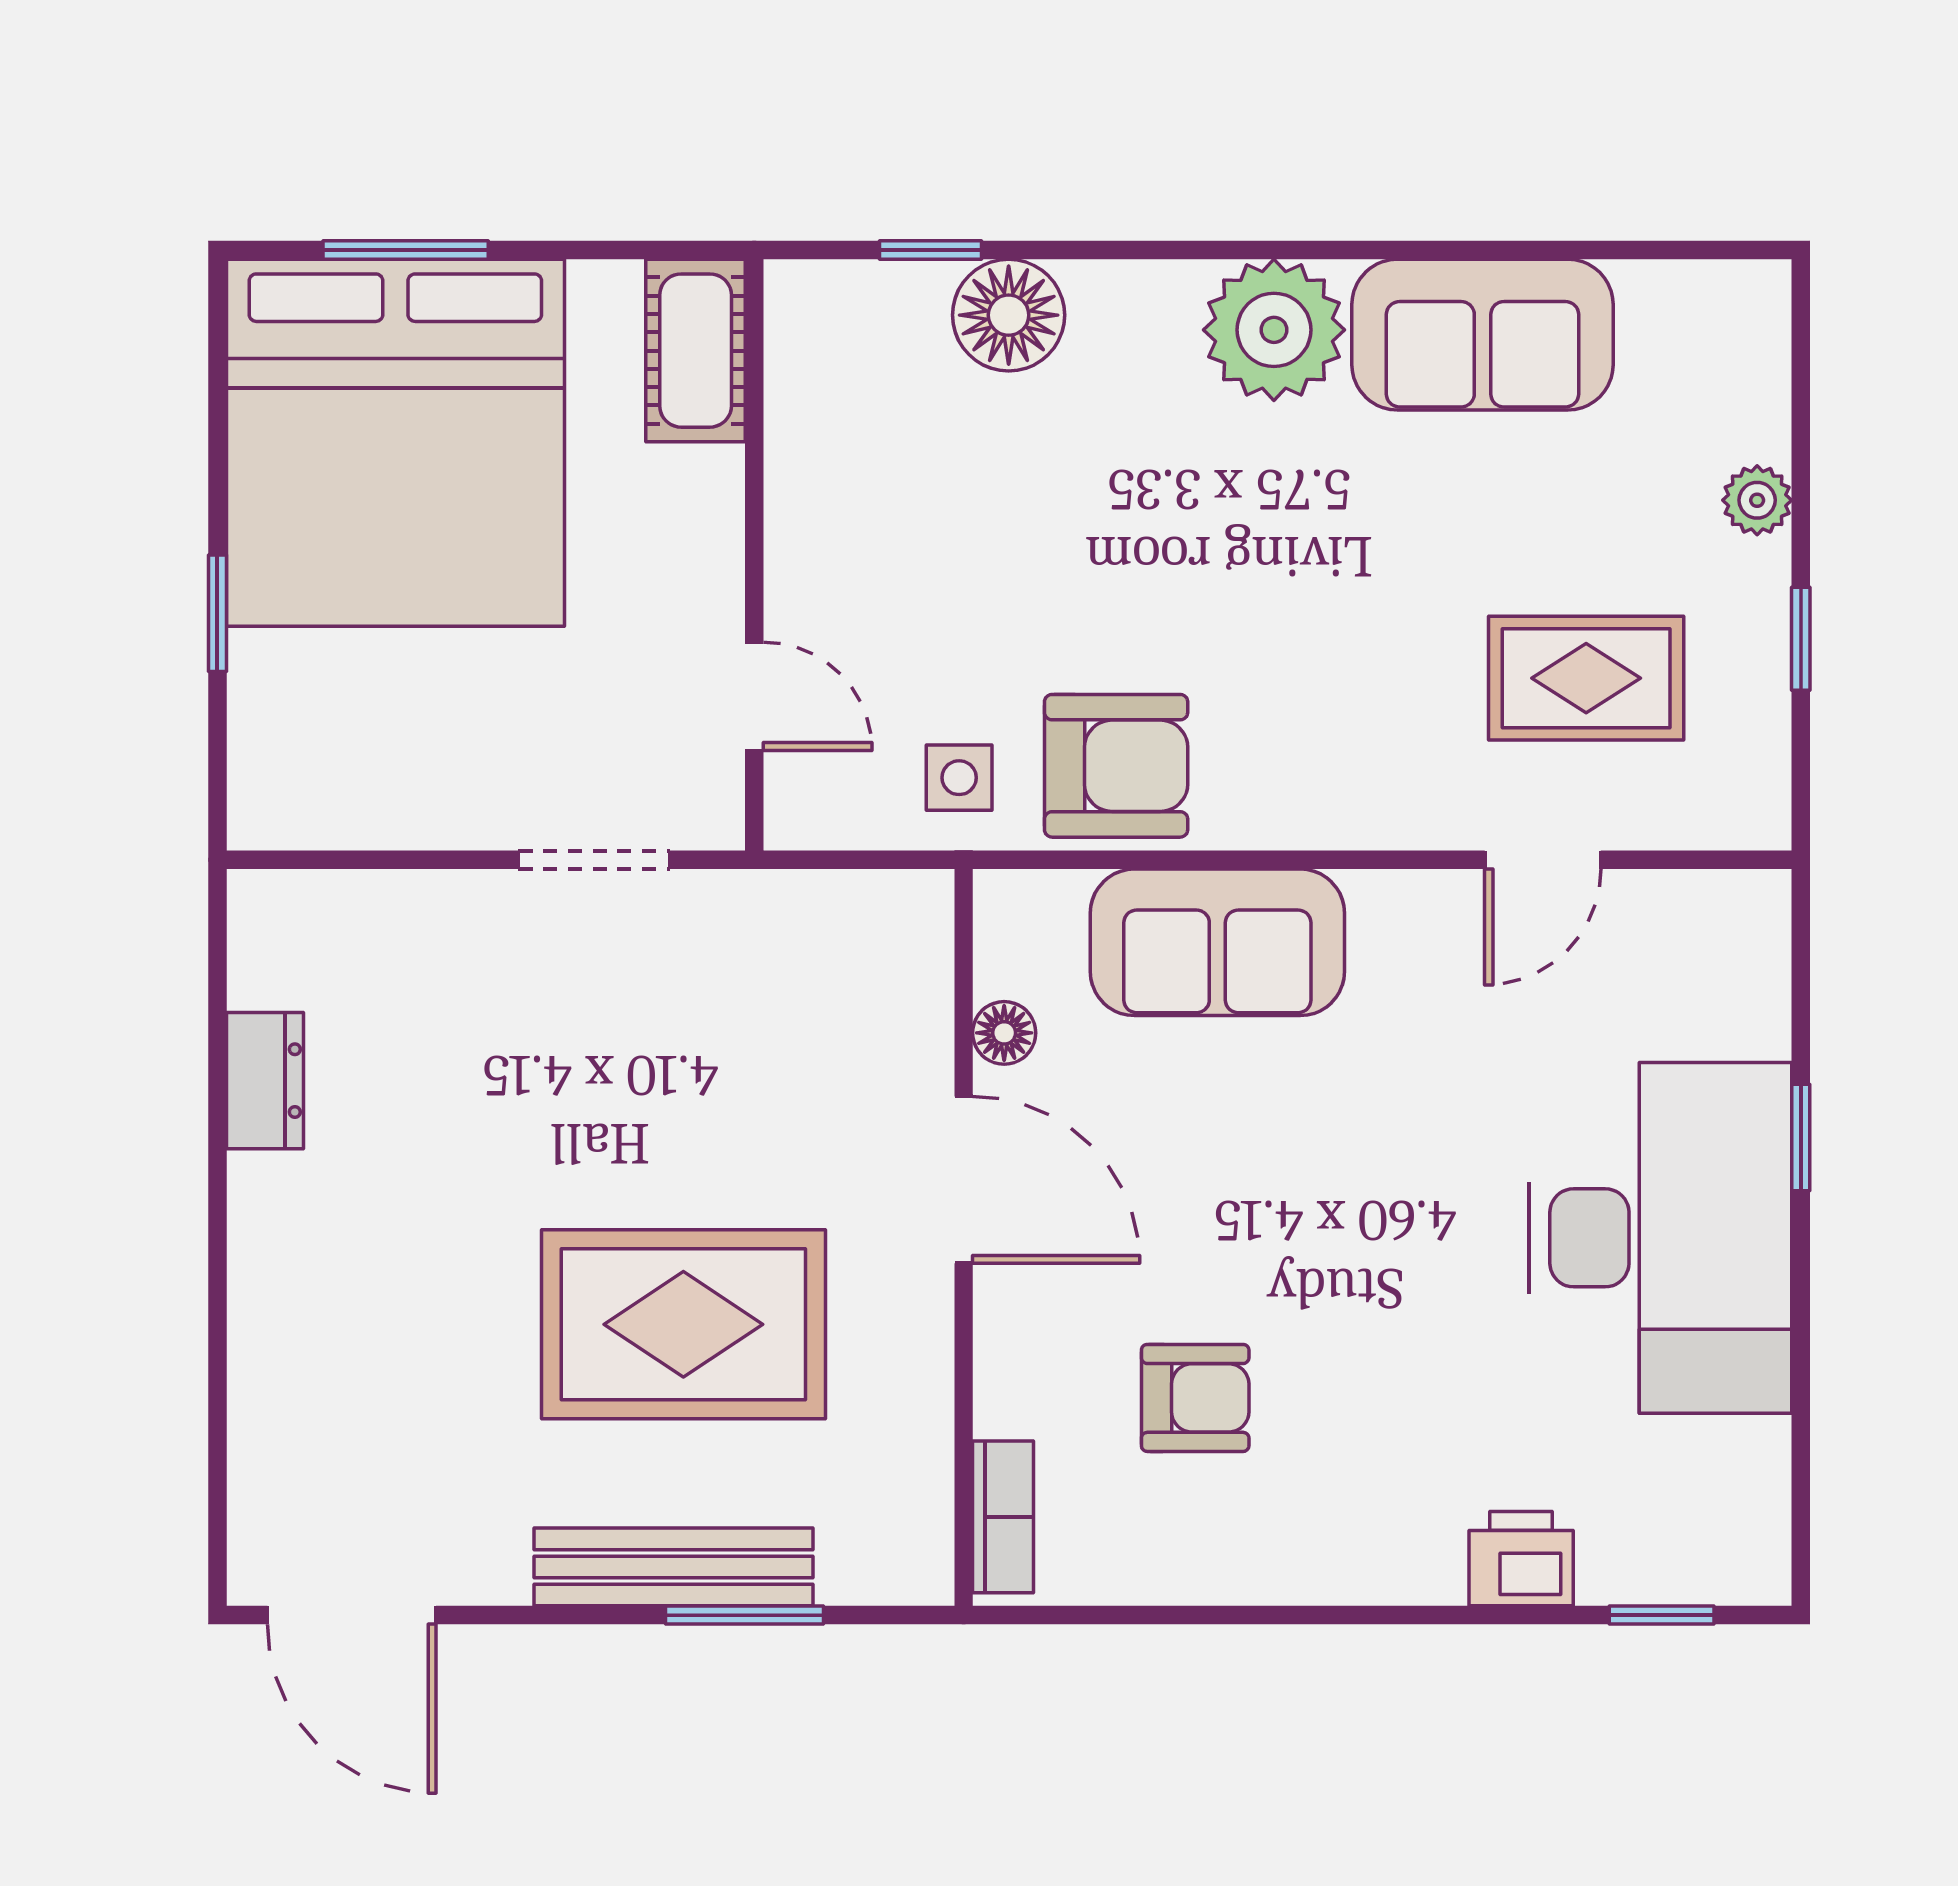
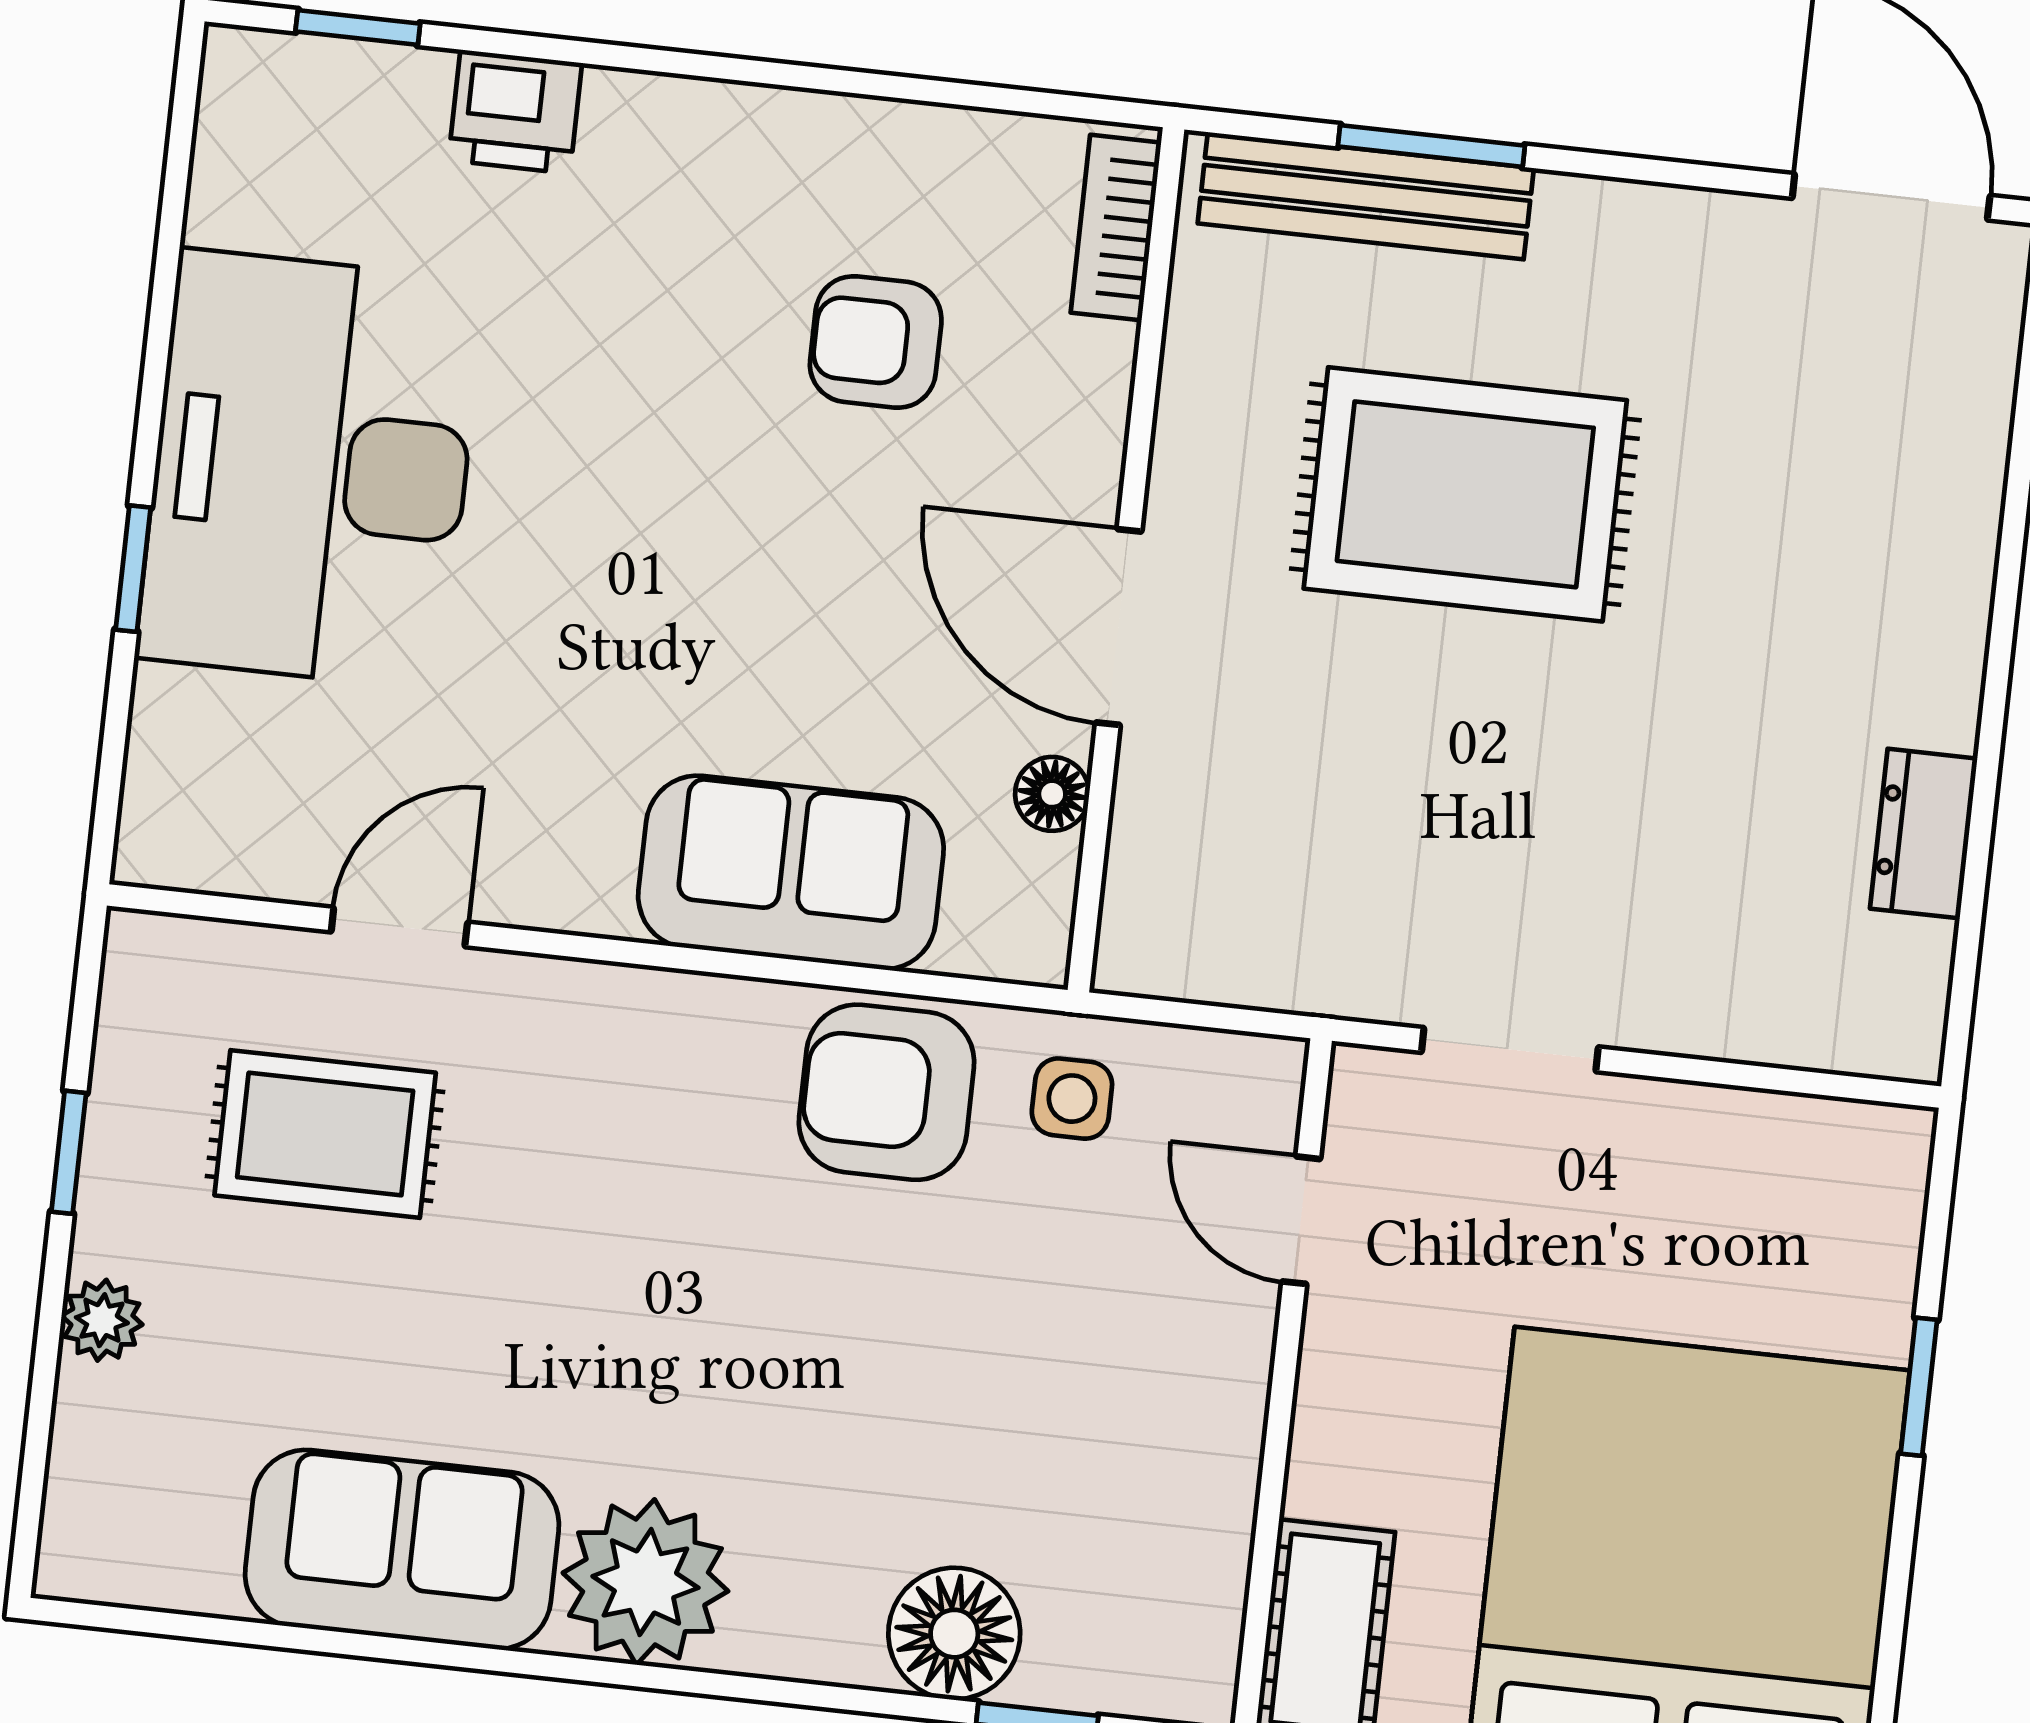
bench: (673, 1567) -> (1366, 196), moved

